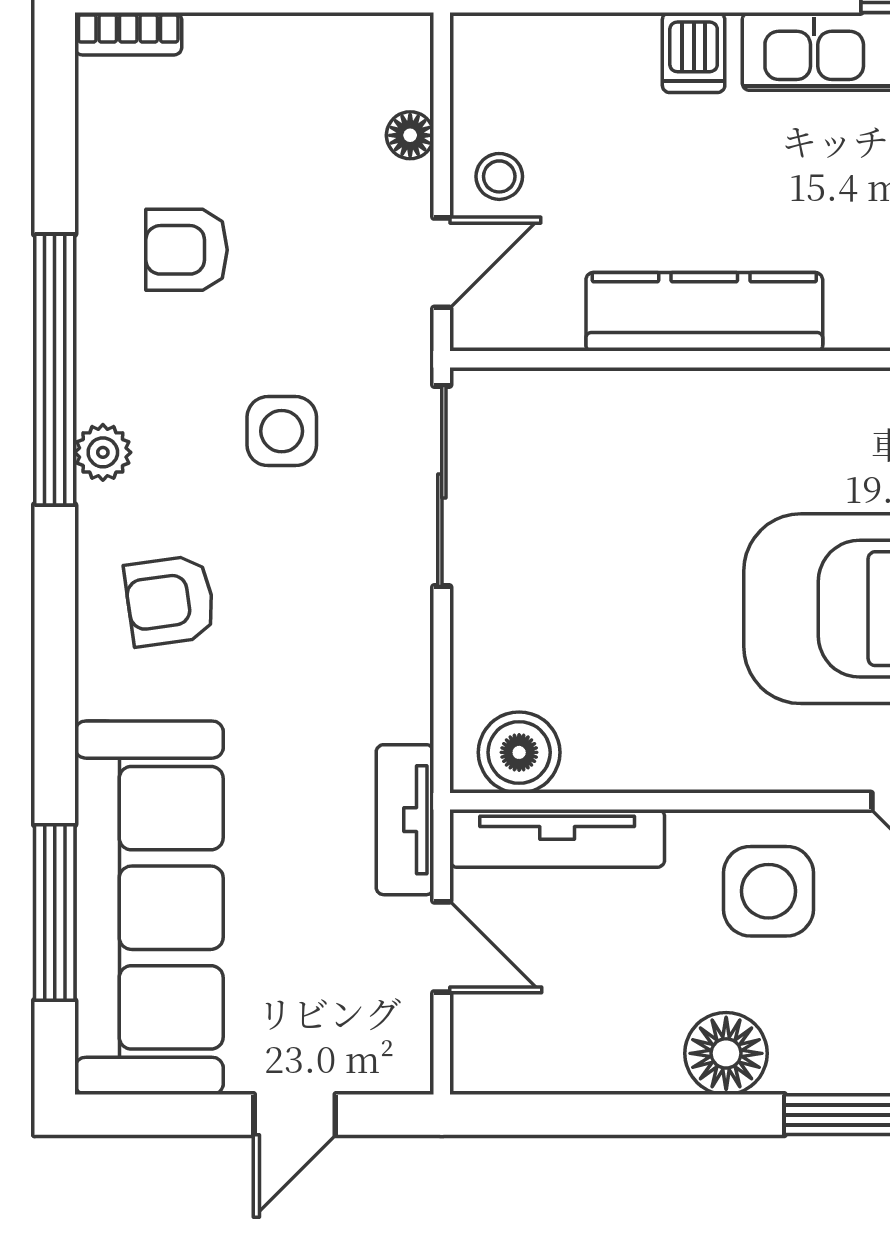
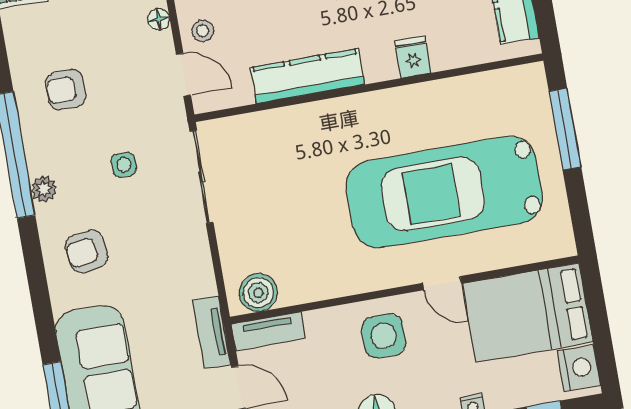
door: (442, 263) -> (183, 75), hinge flipped
side table: (282, 431) -> (124, 165), width x0.73, depth x0.73
tv unit: (557, 838) -> (268, 331), width x0.71

